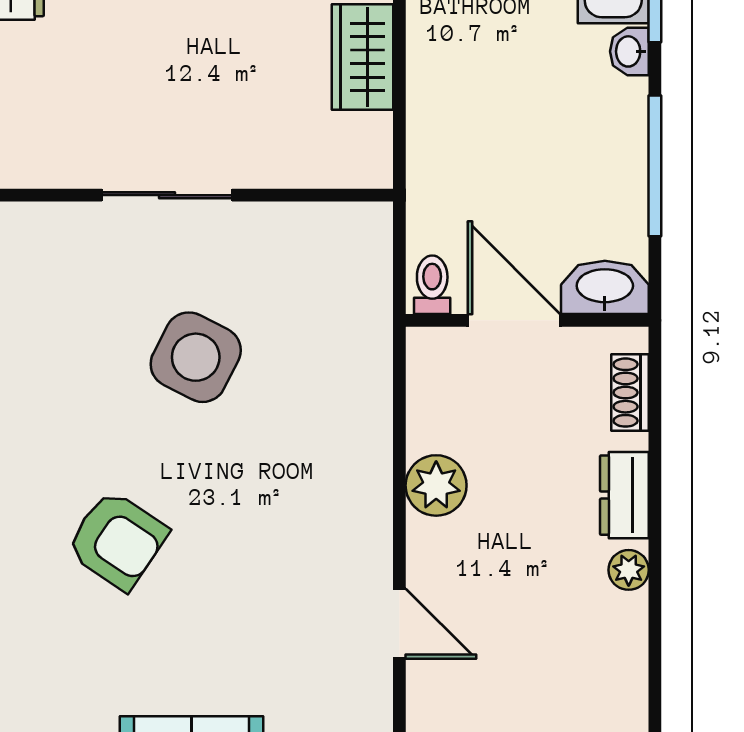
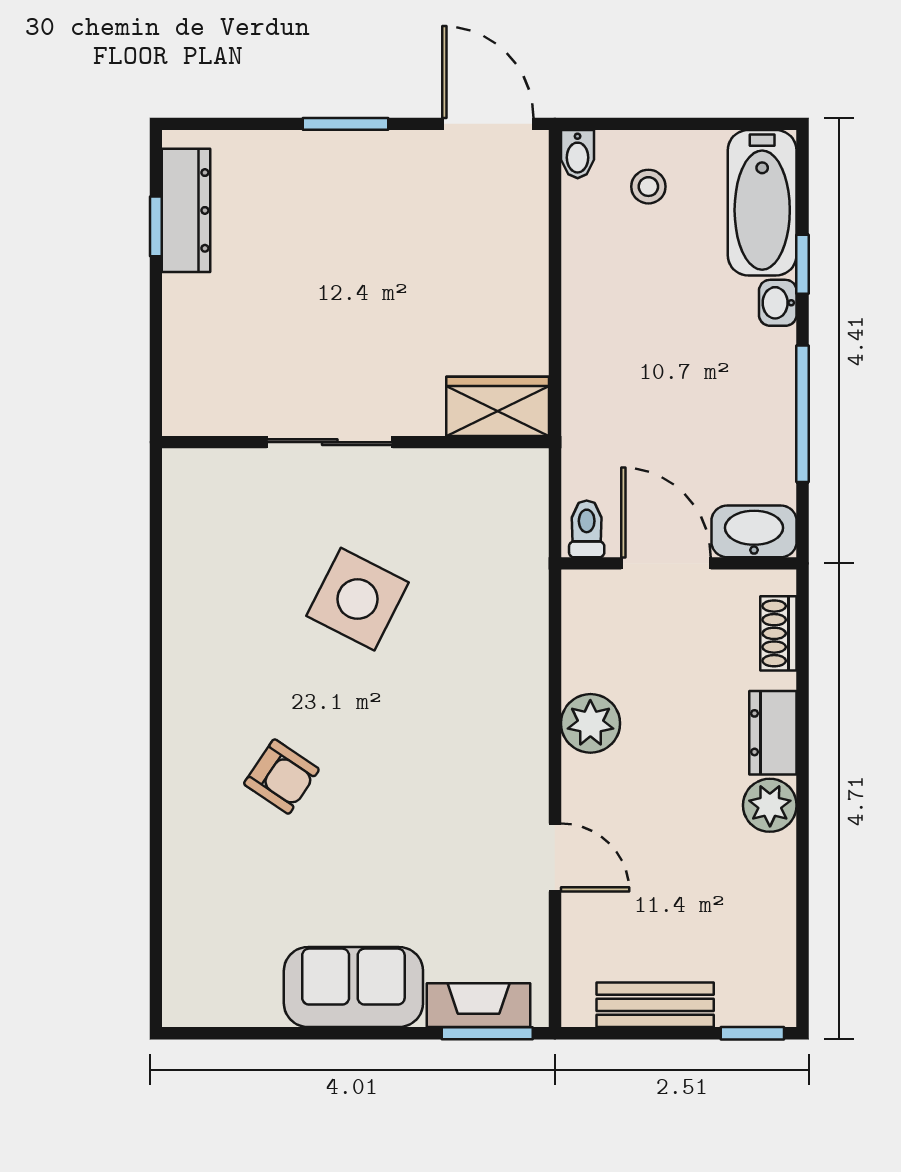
wardrobe: (363, 57) -> (498, 406), moved, turned 90
armchair: (117, 540) -> (281, 777), width x0.72, depth x0.72
plant: (629, 570) -> (770, 805), width x1.38, depth x1.38

